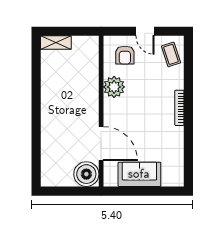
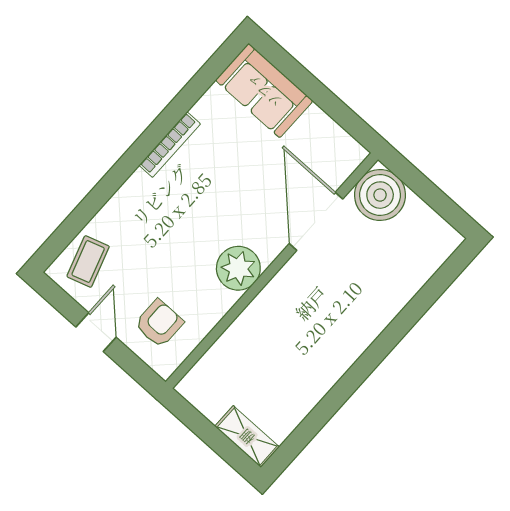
plant: (114, 87) -> (238, 268), moved
bookcase: (179, 108) -> (170, 145), moved
sofa: (139, 174) -> (264, 91), moved

